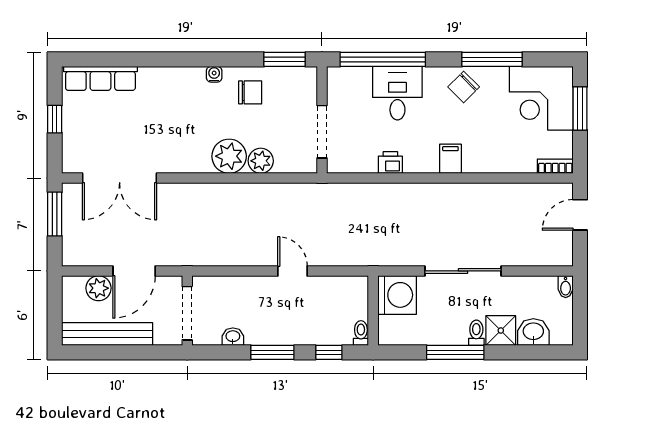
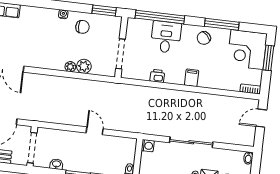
plant: (229, 156) -> (70, 67), width x0.53, depth x0.53
washing machine: (397, 295) -> (148, 146), width x0.53, depth x0.53

